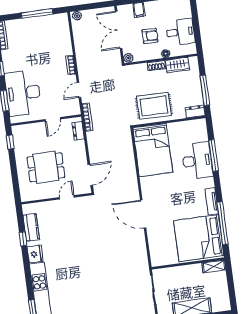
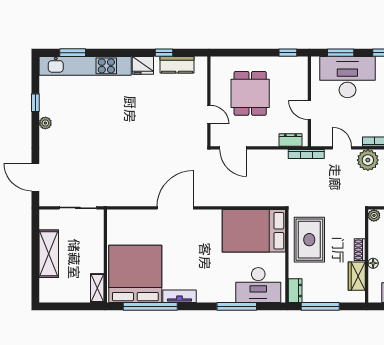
plant: (86, 68) -> (368, 160), added
desk: (197, 161) -> (258, 285), moved

